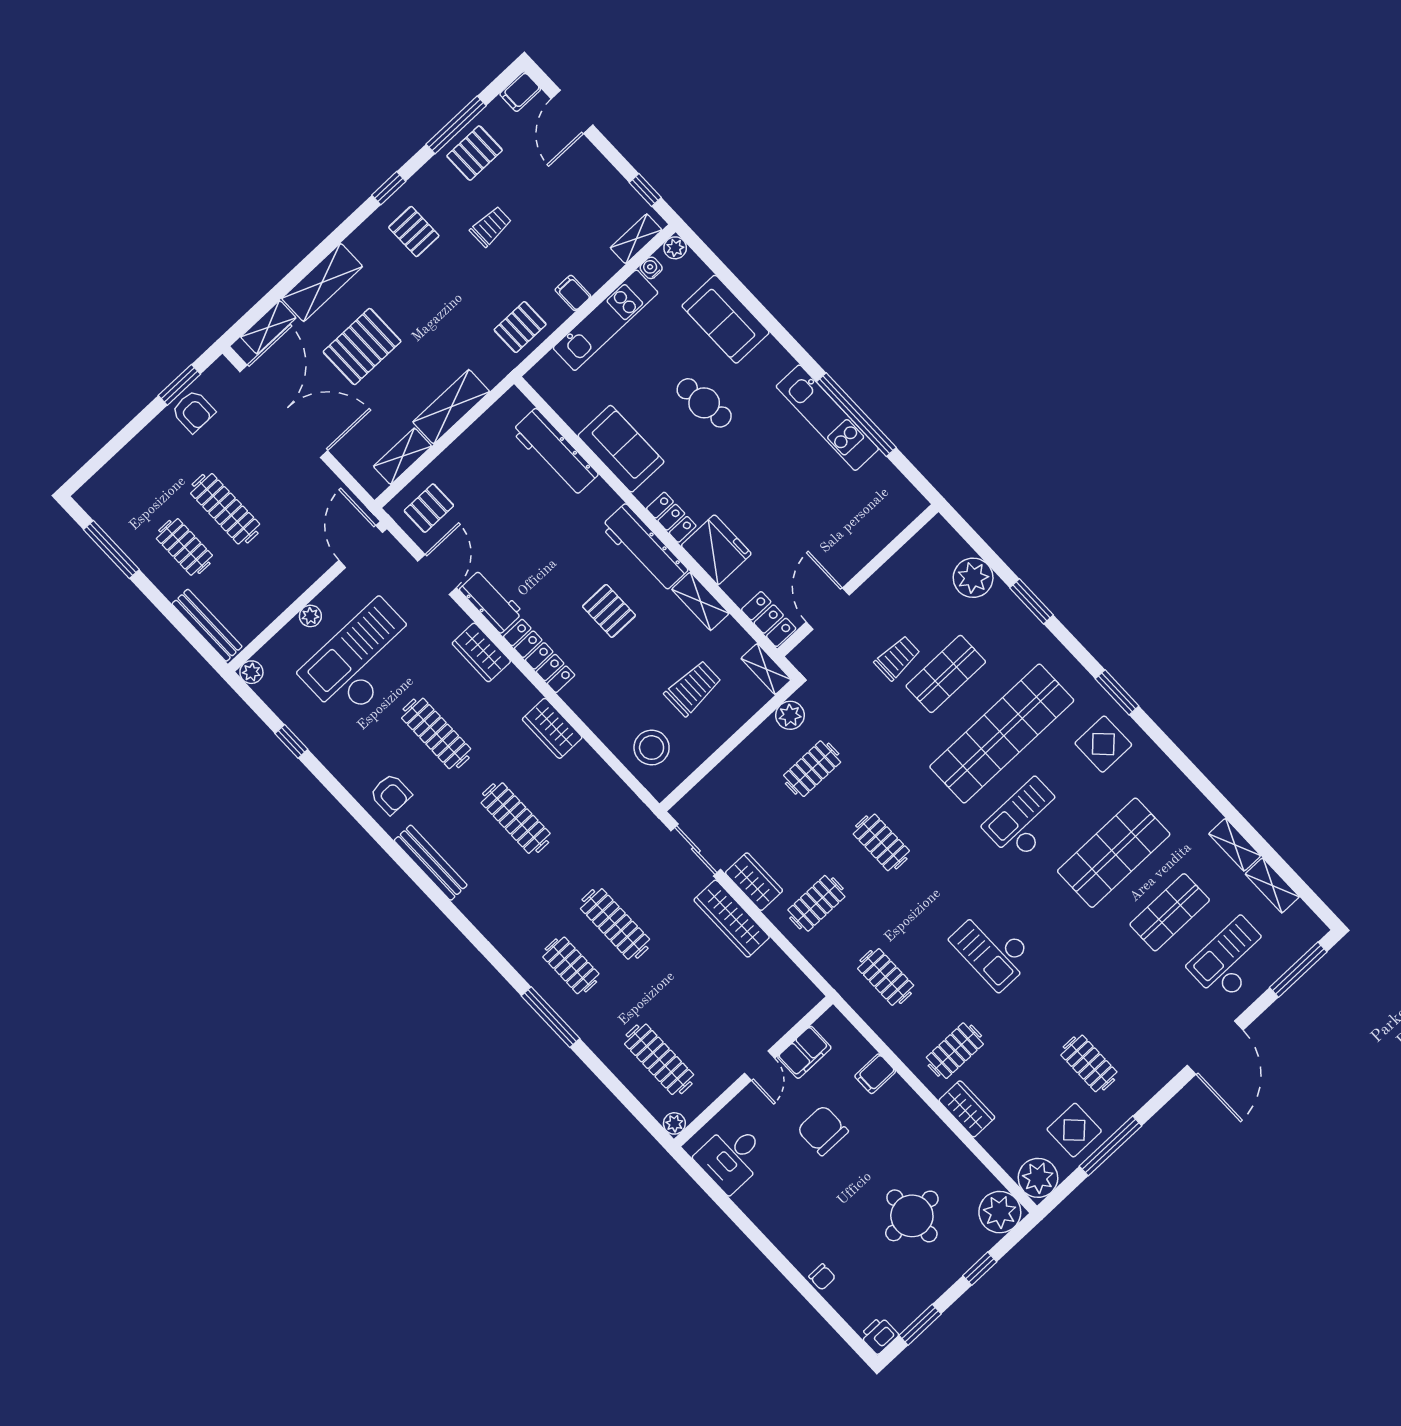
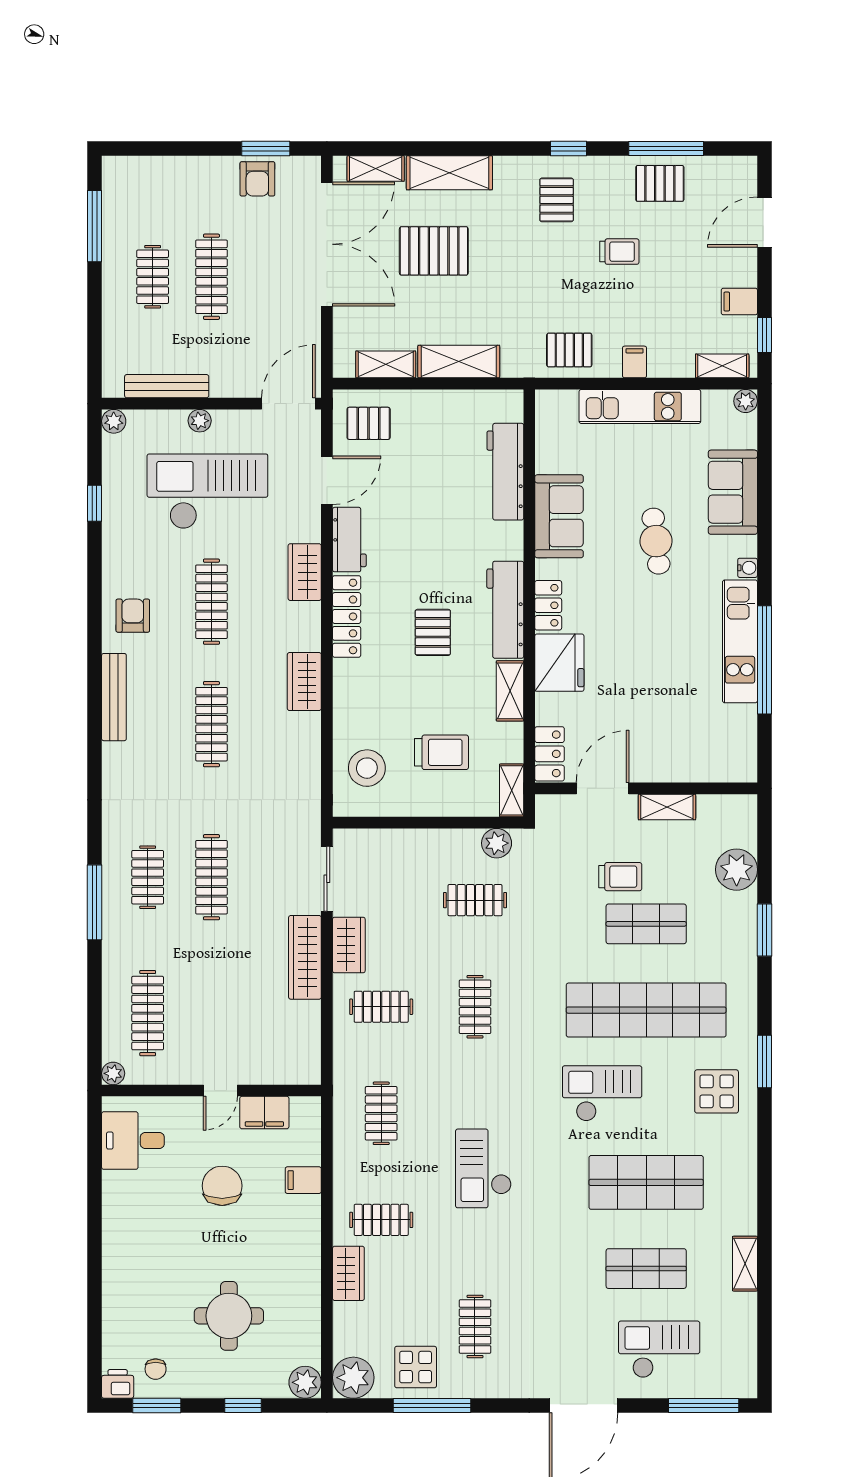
filing cabinet: (520, 92) -> (739, 302), moved
water cooler: (651, 268) -> (748, 568), moved, turned 90
bench: (207, 625) -> (167, 386), moved, turned 90
armchair: (391, 794) -> (133, 616), turned 180
shelving: (1272, 885) -> (667, 807), moved, turned 90
plant: (1000, 1212) -> (305, 1382), width x0.73, depth x0.73
chair: (822, 1277) -> (156, 1369), moved

